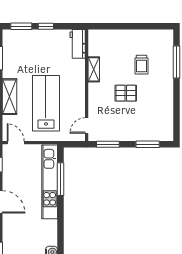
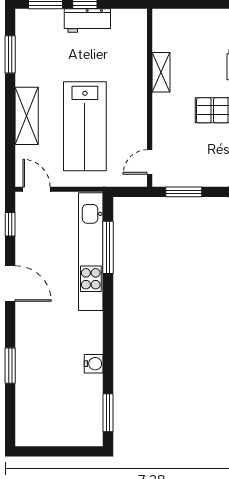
workbench: (78, 44) -> (87, 20), moved, turned -90
lab bench: (46, 103) -> (85, 126), turned 180

